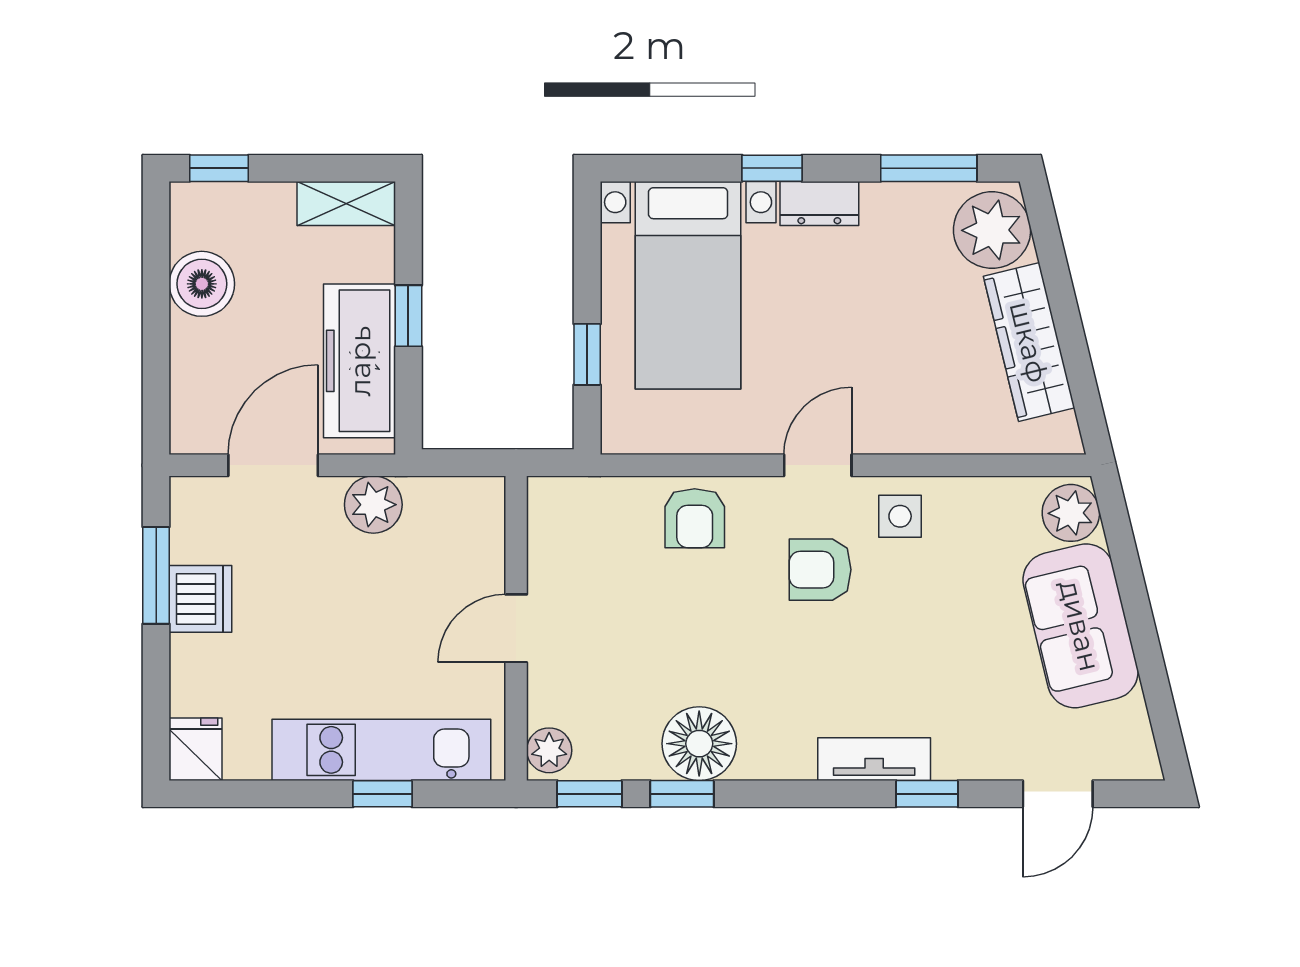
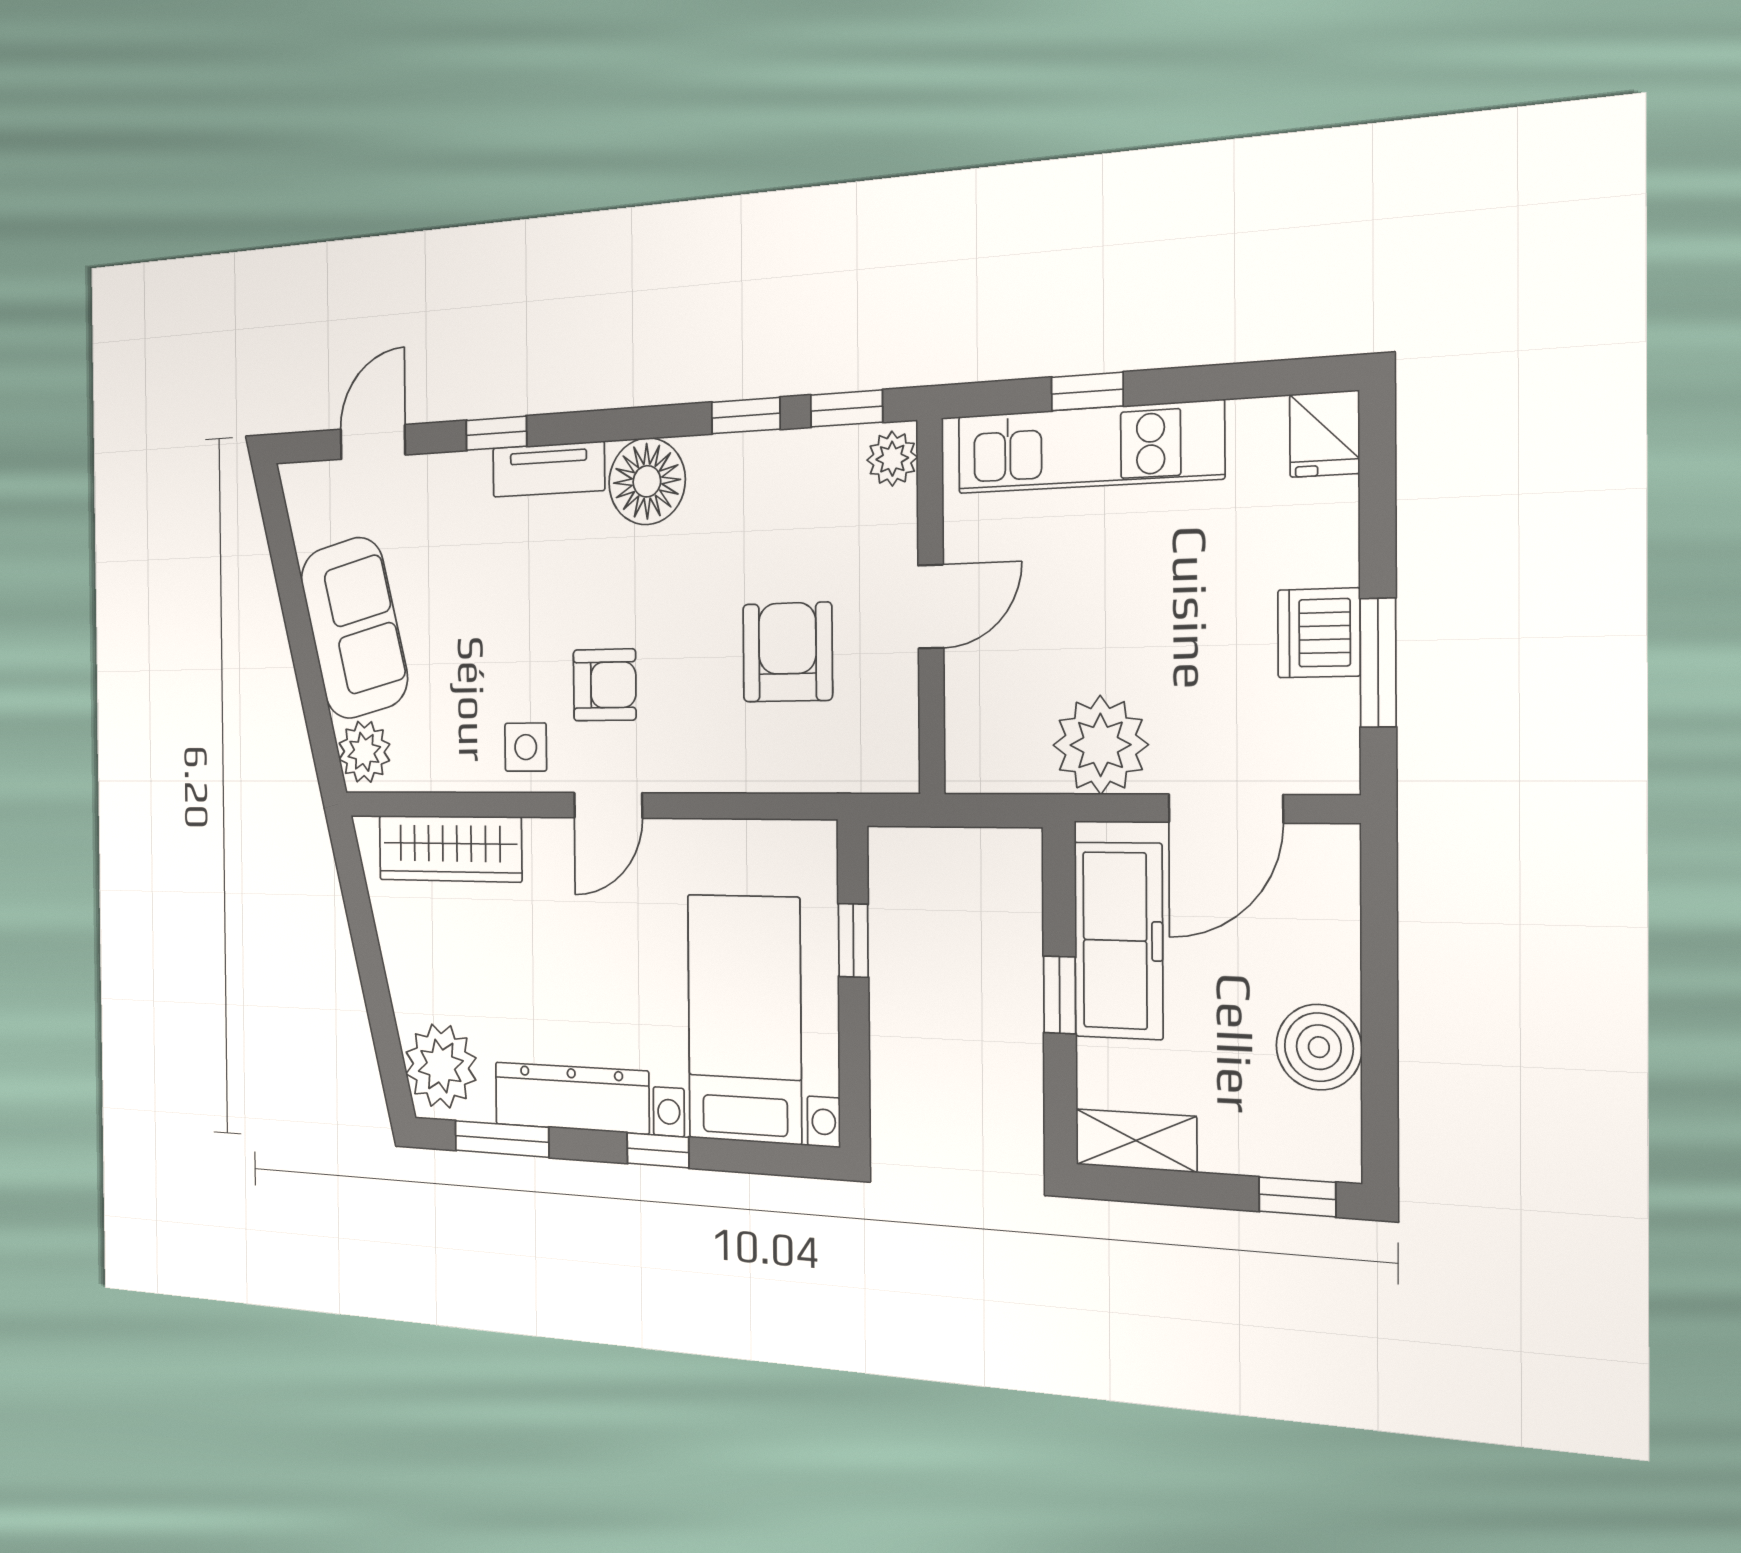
dresser: (819, 203) -> (571, 1098), width x1.96, depth x1.24
wardrobe: (1029, 342) -> (450, 849), moved, turned 104
plant: (373, 505) -> (1100, 745), width x1.36, depth x1.36
armchair: (695, 518) -> (787, 652), moved, width x1.38, depth x1.38
floor lamp: (699, 744) -> (647, 481), moved

